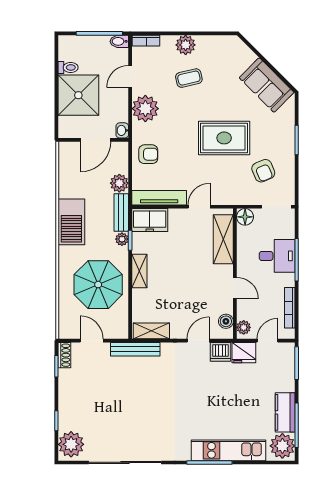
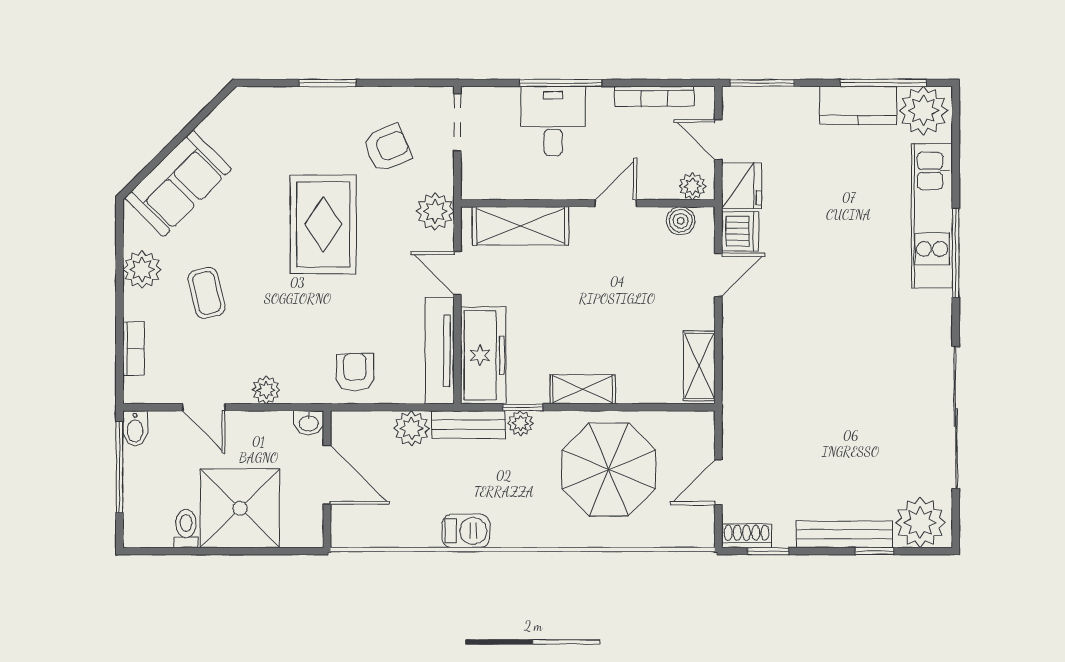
bookcase: (146, 41) -> (134, 349), moved
plant: (186, 45) -> (142, 270), moved
sofa: (267, 85) -> (178, 184), moved
plant: (145, 109) -> (266, 390), width x0.53, depth x0.53
plant: (231, 195) -> (435, 211), added
floor lamp: (245, 217) -> (477, 184), removed
freezer: (150, 220) -> (483, 355), width x1.40
barbecue: (71, 222) -> (466, 531), width x0.53, depth x0.65
door: (198, 341) -> (718, 275), swing flipped
bench: (135, 349) -> (844, 534), moved, turned 90

